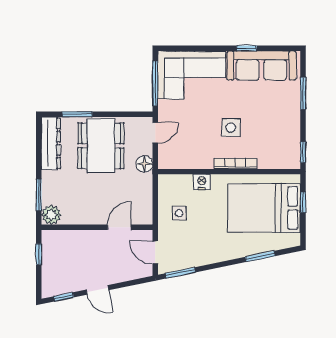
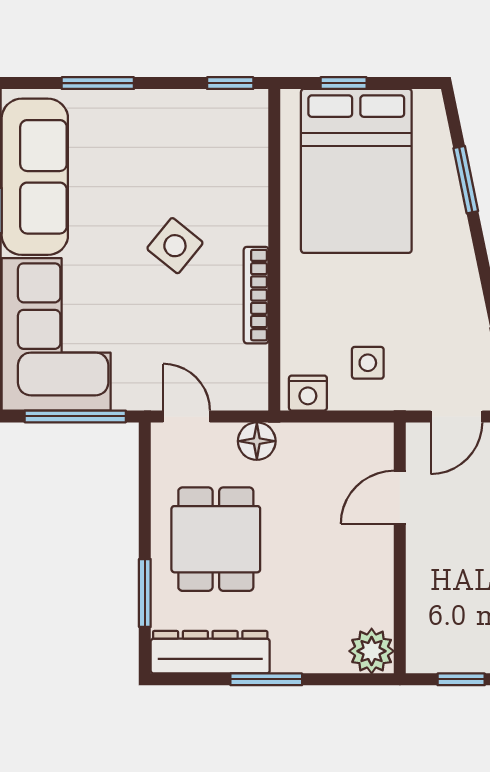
side table: (231, 128) -> (175, 246), turned 38
dining table: (101, 146) -> (216, 539), width x0.73
bookcase: (235, 164) -> (256, 295), moved
nightstand: (202, 182) -> (308, 393), moved, turned -90
window: (39, 195) -> (266, 679), moved
door: (119, 227) -> (400, 497), hinge flipped

